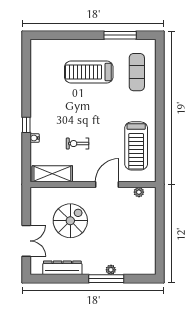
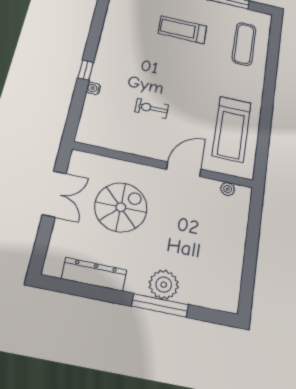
treadmill: (89, 72) -> (182, 30), width x0.73, depth x0.73
shelving: (52, 174) -> (108, 138), removed
double door: (26, 241) -> (54, 194), moved
plant: (111, 270) -> (164, 285), width x1.88, depth x1.88

